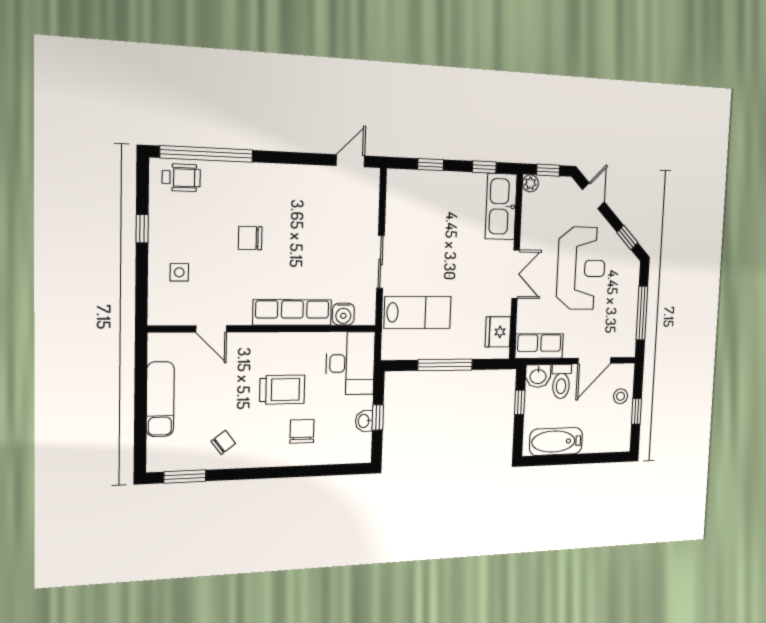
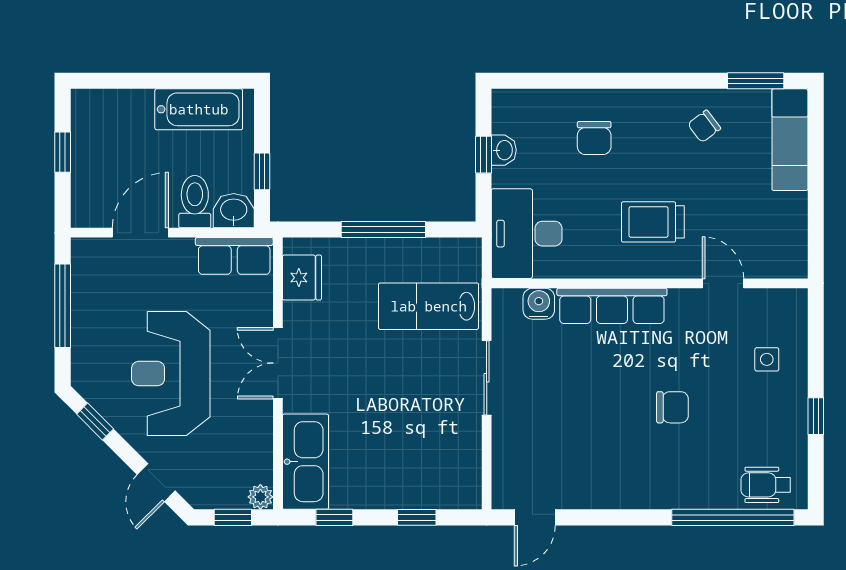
trolley: (282, 390) -> (653, 222), moved
stool: (621, 396) -> (92, 177), removed
exam couch: (160, 399) -> (790, 140), moved

